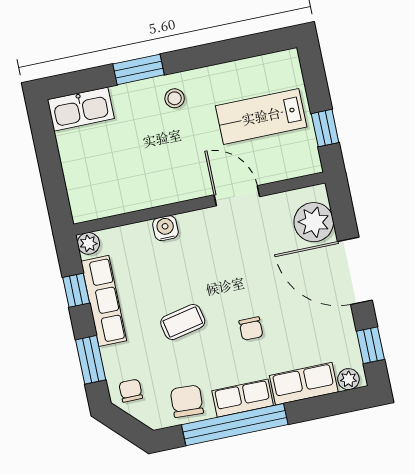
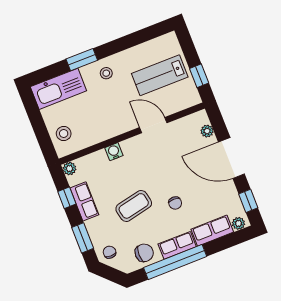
kitchen sink: (81, 109) -> (58, 89), width x1.36, depth x1.24
stool: (89, 185) -> (64, 134), added
plant: (314, 222) -> (207, 131), width x0.53, depth x0.53
row of seats: (104, 301) -> (84, 201), width x0.68
coffee table: (183, 322) -> (134, 206), width x1.36, depth x1.30
chair: (187, 401) -> (144, 253), turned 87

